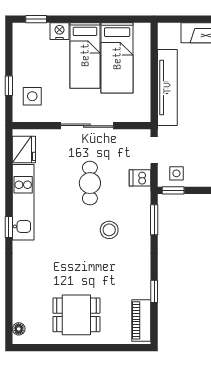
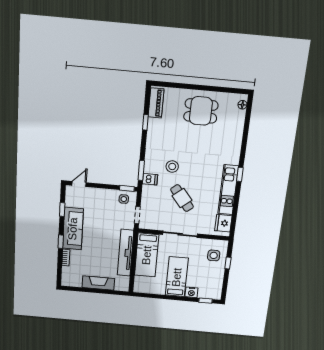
bed: (117, 58) -> (147, 255), moved, turned 180
dishwasher: (140, 178) -> (150, 179), moved
cafe table: (90, 183) -> (182, 198), turned -39

